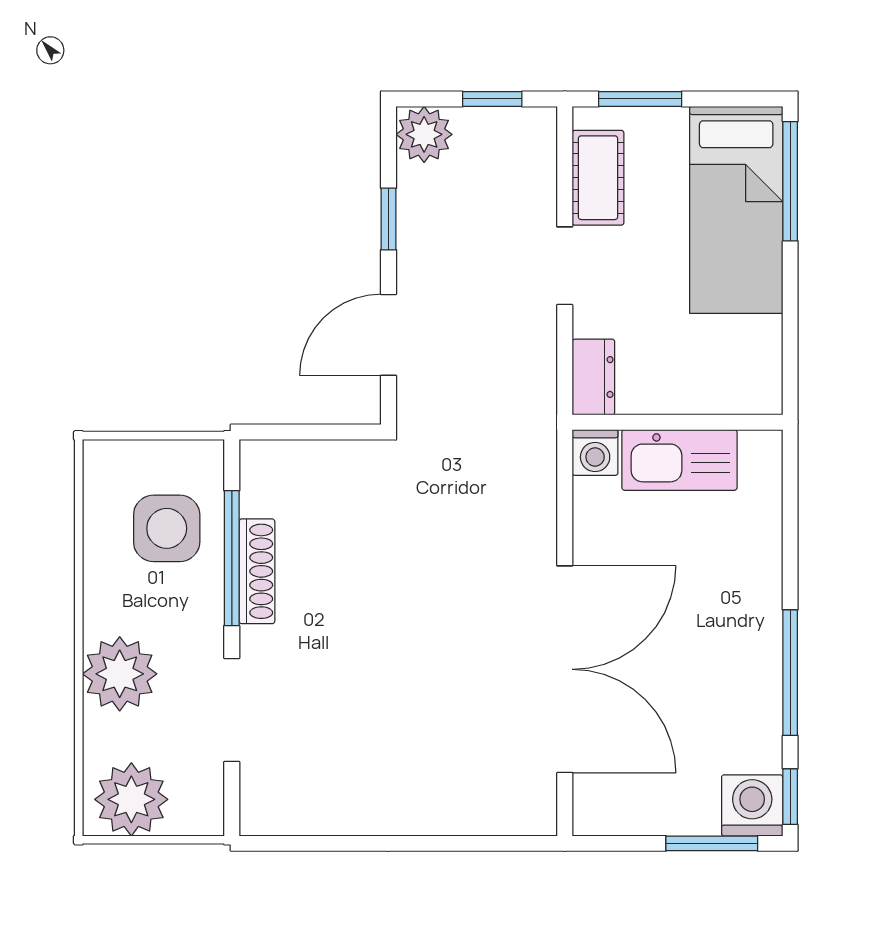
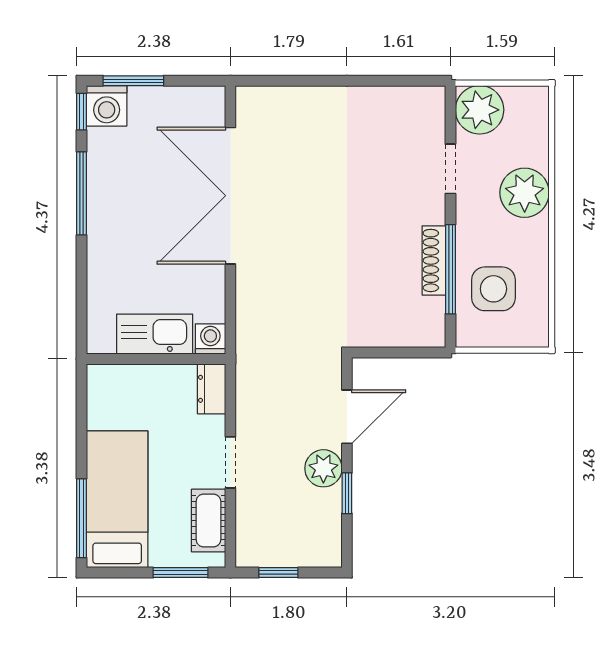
plant: (424, 134) -> (323, 468), moved
doorway: (232, 710) -> (450, 169), width x0.73
plant: (131, 799) -> (480, 110), moved

